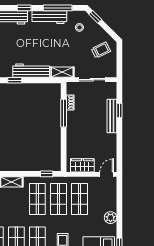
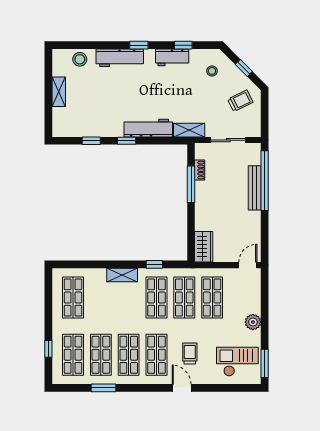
window: (58, 8) -> (183, 45), width x0.46
workbench: (49, 17) -> (172, 57), width x0.73
window: (95, 17) -> (244, 68), moved
window: (119, 110) -> (265, 181), width x3.17
wardrobe: (82, 165) -> (204, 247), moved, turned 90
window: (47, 174) -> (154, 264), moved

